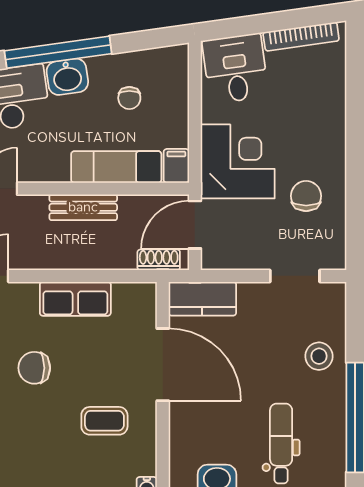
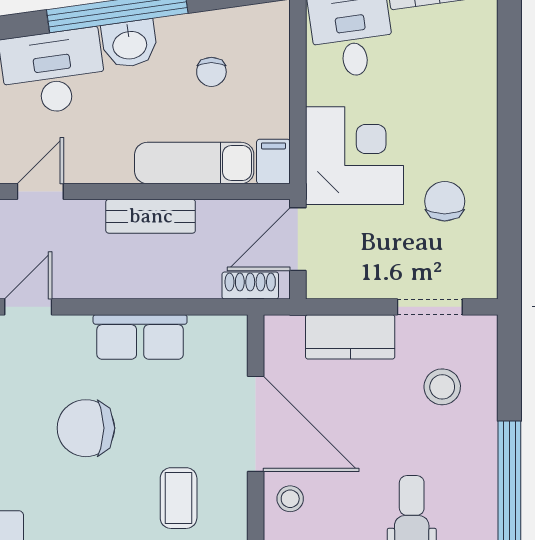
kitchen counter: (202, 299) -> (350, 337), moved
stool: (319, 356) -> (442, 387), moved
chair: (34, 368) -> (86, 428), width x1.37, depth x1.37
coffee table: (104, 421) -> (179, 498), turned 90
stool: (189, 421) -> (290, 499), added

